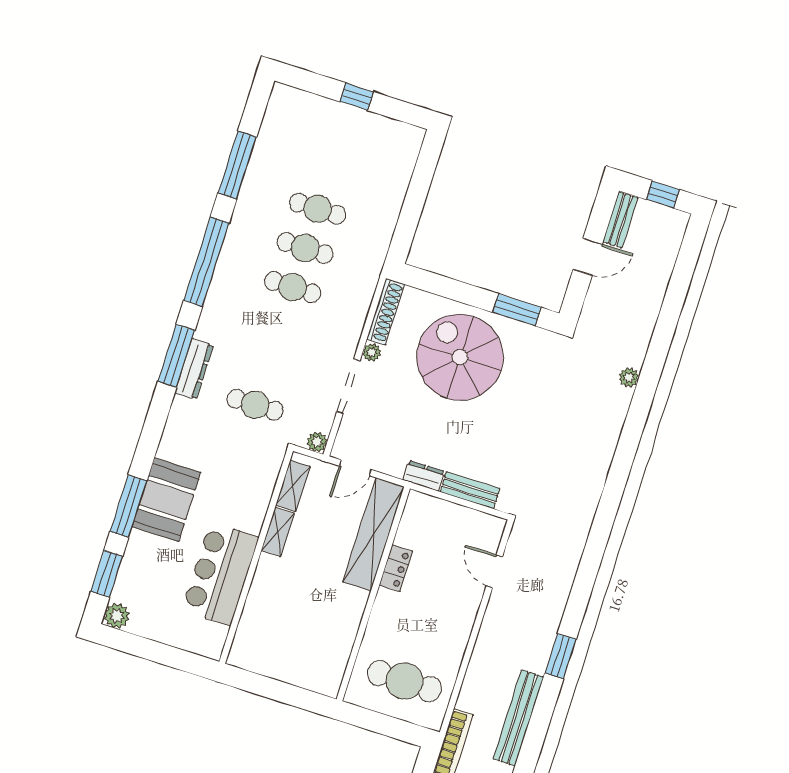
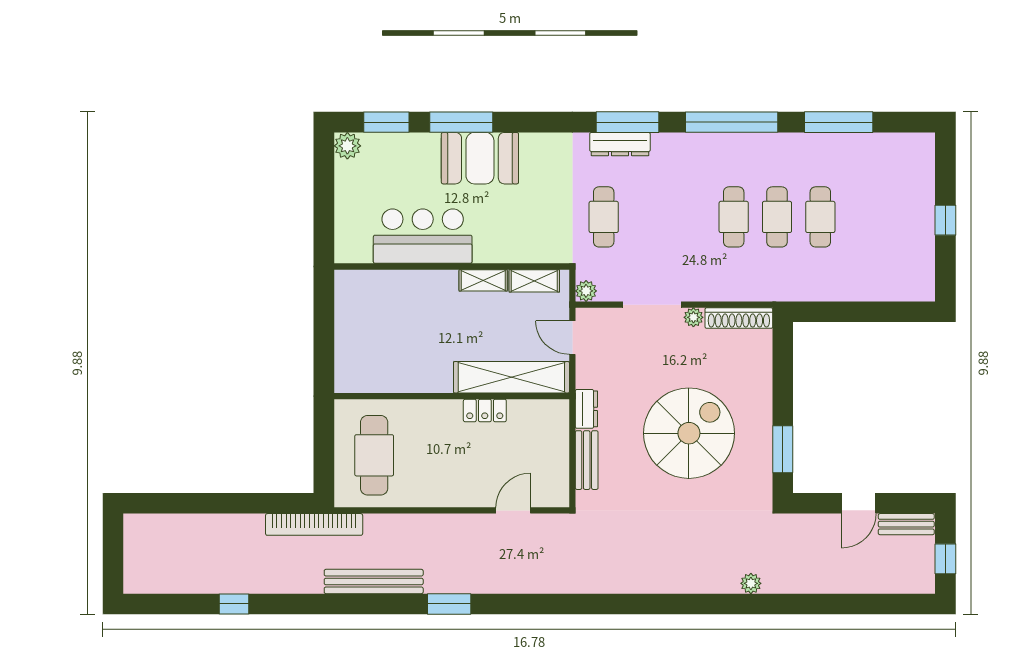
door: (588, 257) -> (859, 503), hinge flipped
spiral stairs: (460, 357) -> (689, 433), moved

